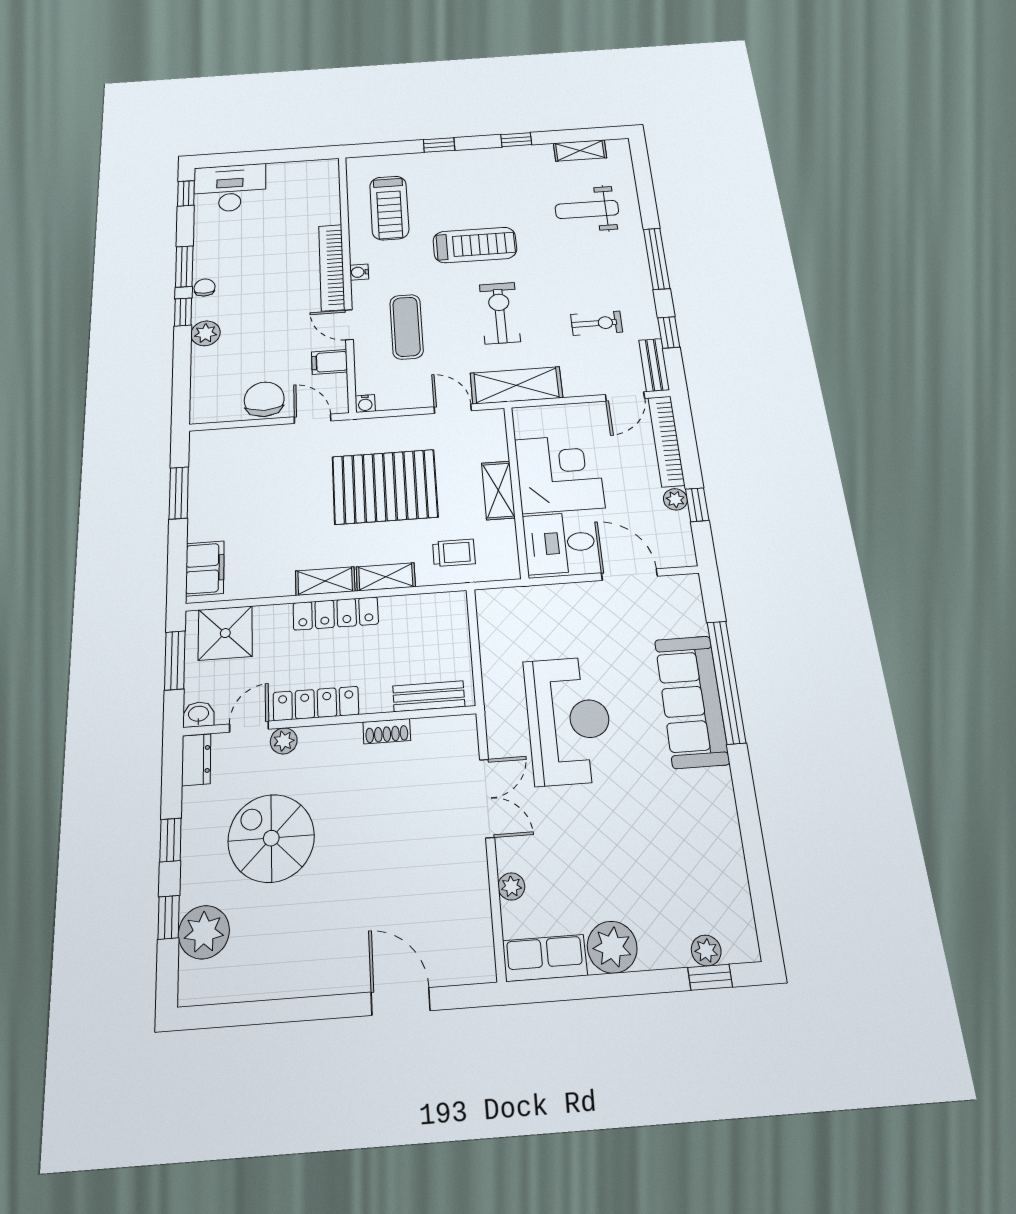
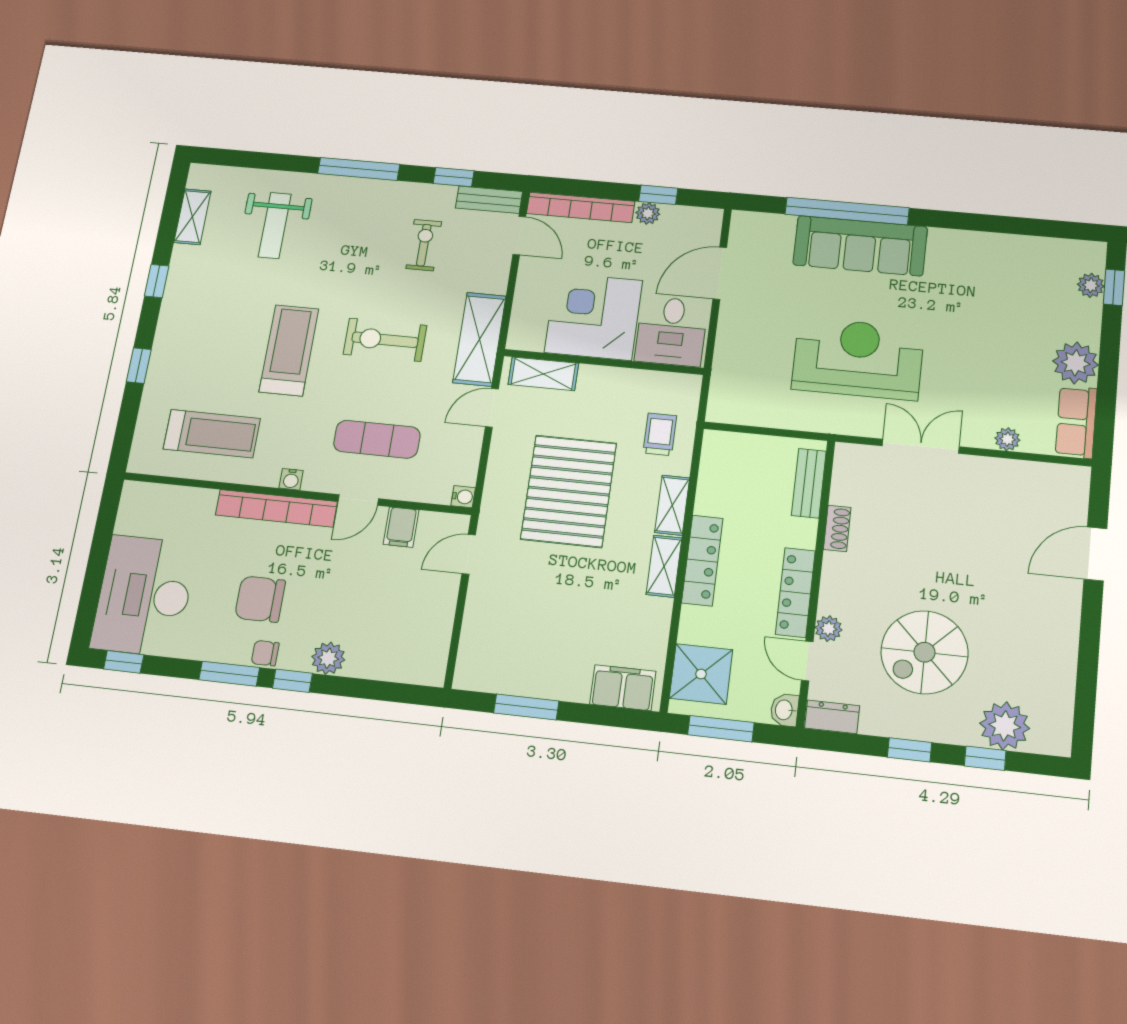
desk: (230, 188) -> (144, 596), width x1.36, depth x1.30
chair: (264, 399) -> (260, 599), moved
shelving: (498, 490) -> (543, 374), moved

